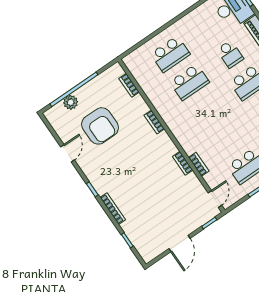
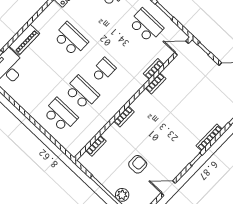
school desk: (230, 54) -> (103, 70), moved
armchair: (100, 126) -> (138, 164), width x0.53, depth x0.53

